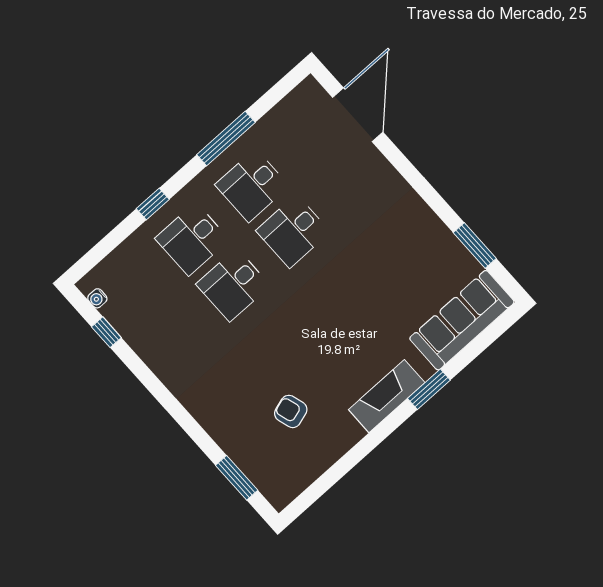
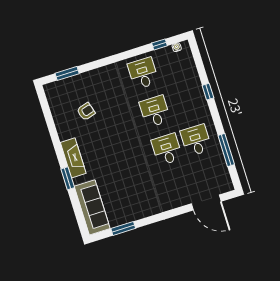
window: (226, 139) -> (226, 150), moved
desk: (192, 239) -> (143, 73), moved

